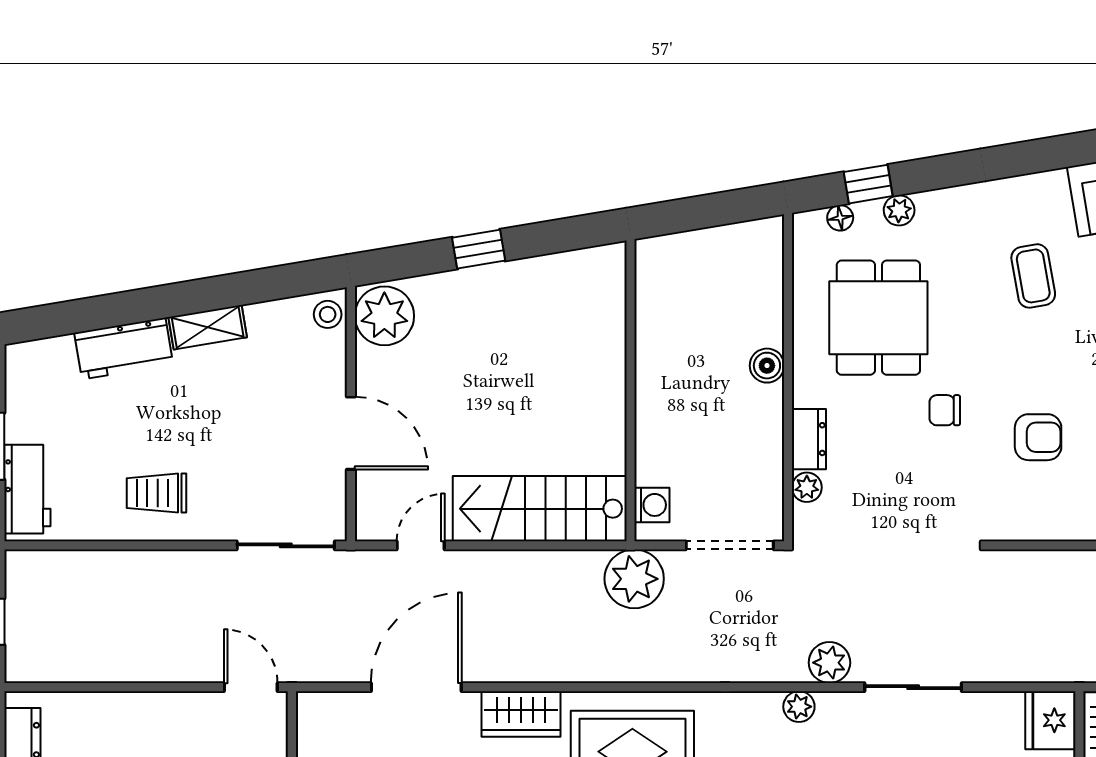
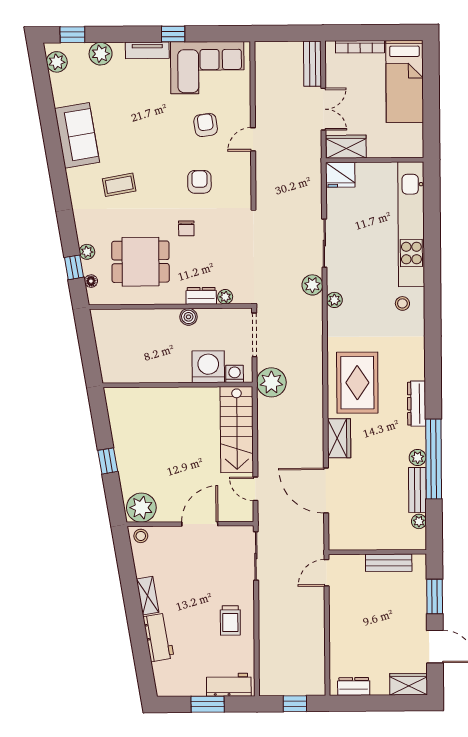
boiler: (767, 366) -> (188, 317), moved
washing machine: (667, 452) -> (208, 367), added

